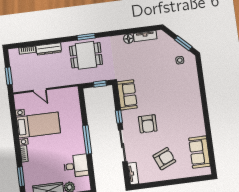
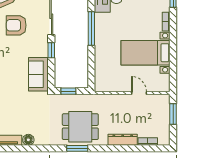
armchair: (148, 124) -> (16, 25), moved, turned -90

